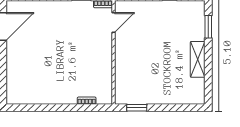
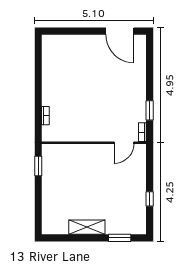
door: (114, 22) -> (124, 143), hinge flipped

